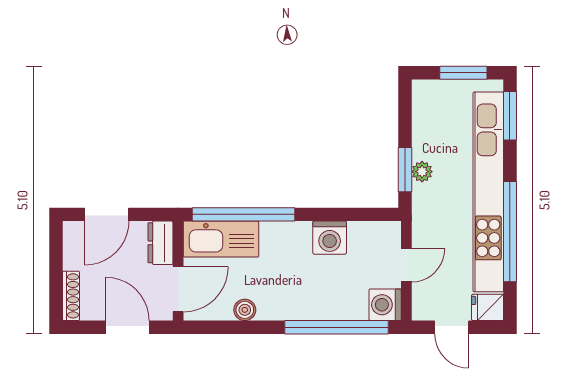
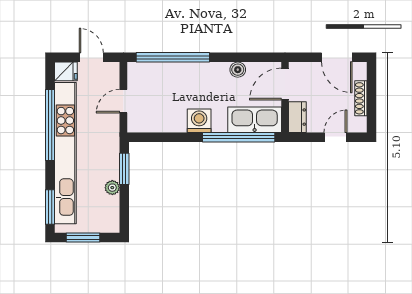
plant: (422, 172) -> (112, 188), moved
door: (107, 214) -> (335, 137), width x0.73
washing machine: (330, 238) -> (199, 121), moved
shoe rack: (71, 296) -> (361, 98), moved
washing machine: (385, 305) -> (138, 73), removed
door: (128, 327) -> (337, 57), moved

